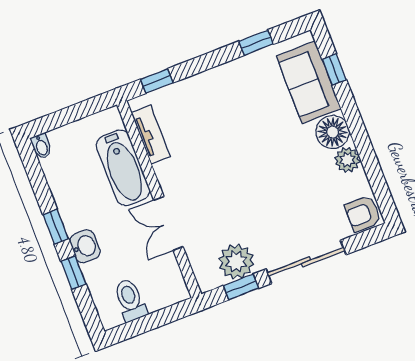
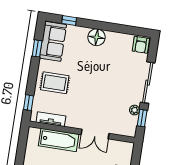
sofa: (309, 82) -> (53, 41), moved, turned -90
rug: (215, 106) -> (55, 83), added
plant: (347, 160) -> (113, 38), removed
plant: (236, 262) -> (135, 110), width x0.53, depth x0.53

